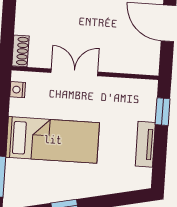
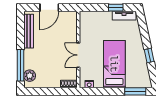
window: (163, 112) -> (116, 8), moved
tv unit: (145, 144) -> (124, 16), moved

